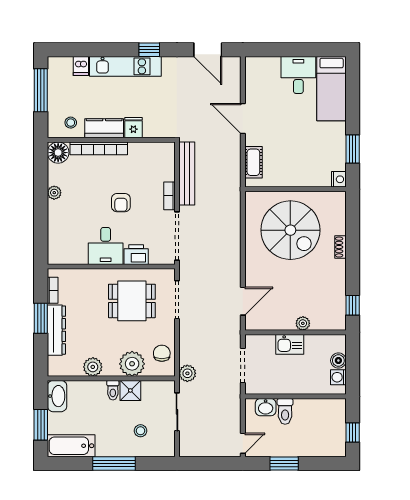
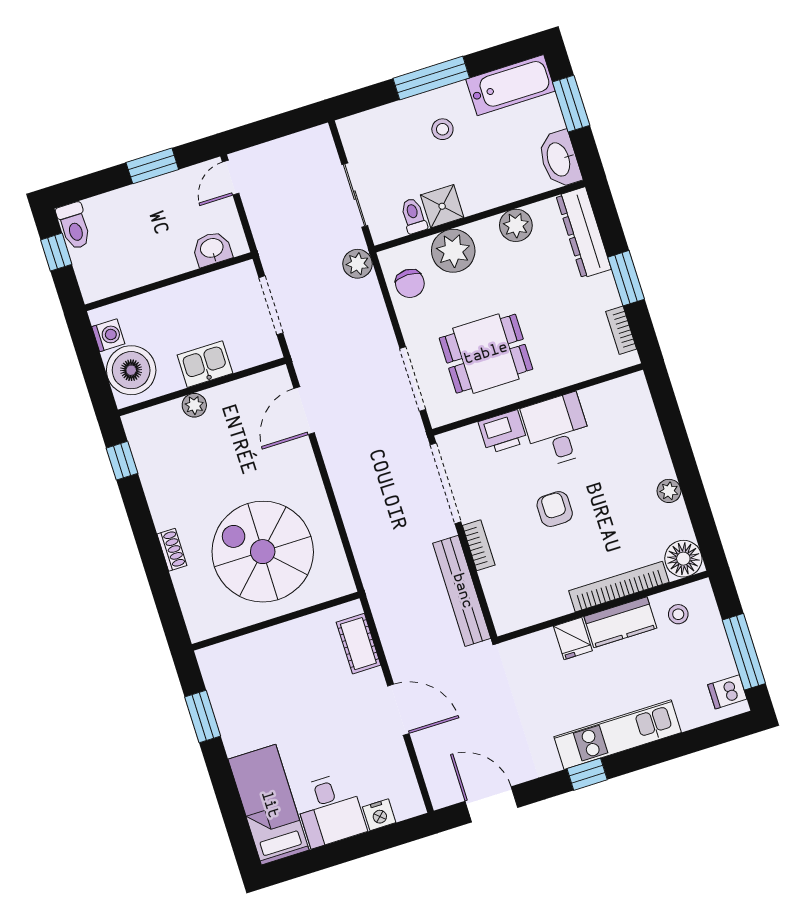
dishwasher: (81, 66) -> (727, 692), moved, turned -90
nightstand: (339, 179) -> (379, 815), moved, turned -90
dresser: (56, 330) -> (584, 233), moved
boiler: (338, 361) -> (131, 370), width x1.86, depth x1.86
toilet: (113, 390) -> (414, 216), moved
toilet: (285, 411) -> (74, 226), moved, turned 180
stool: (141, 431) -> (442, 129), moved

